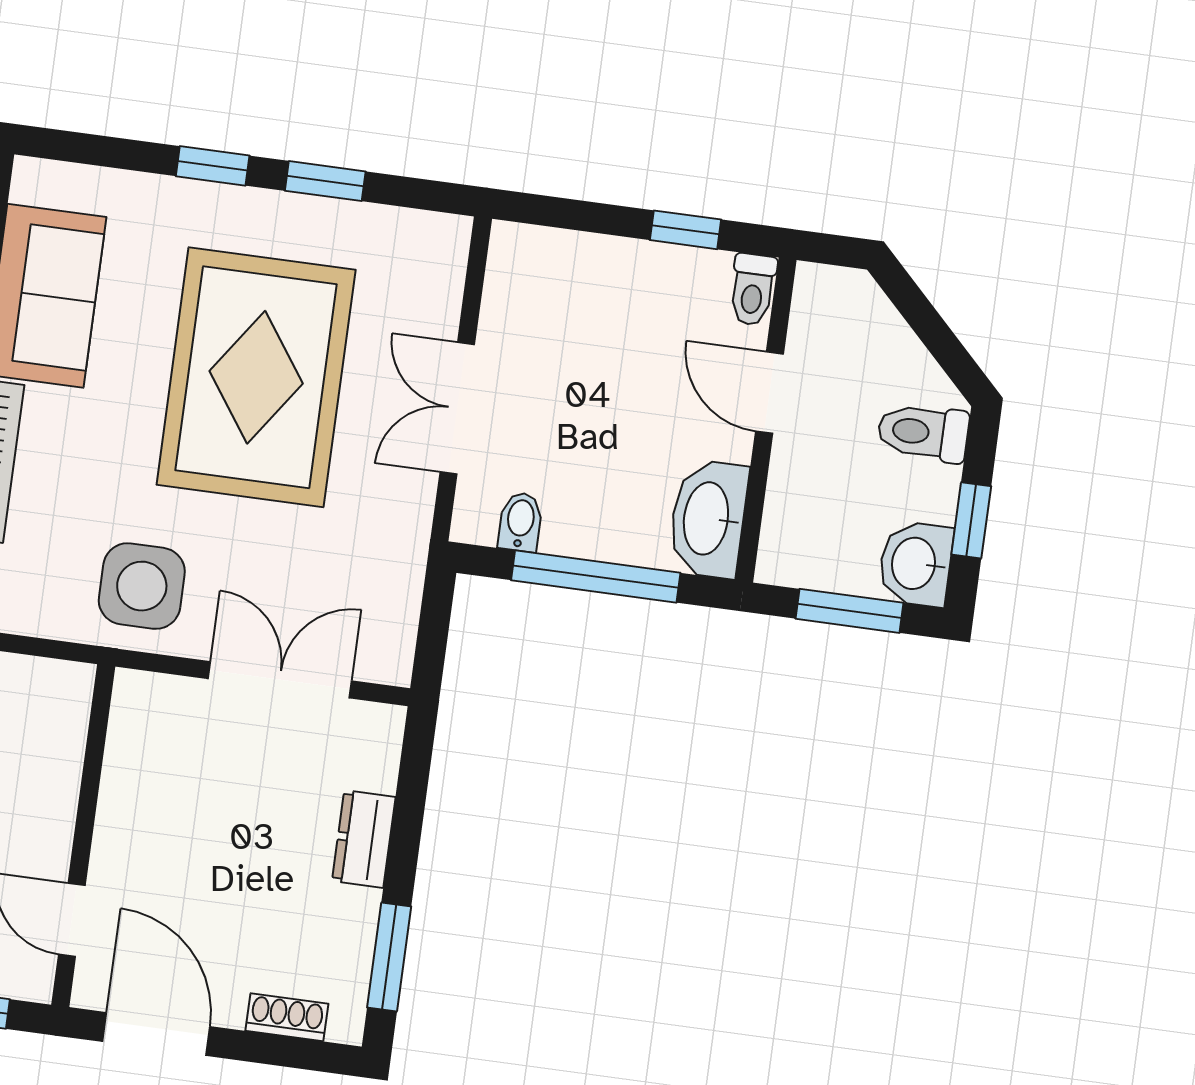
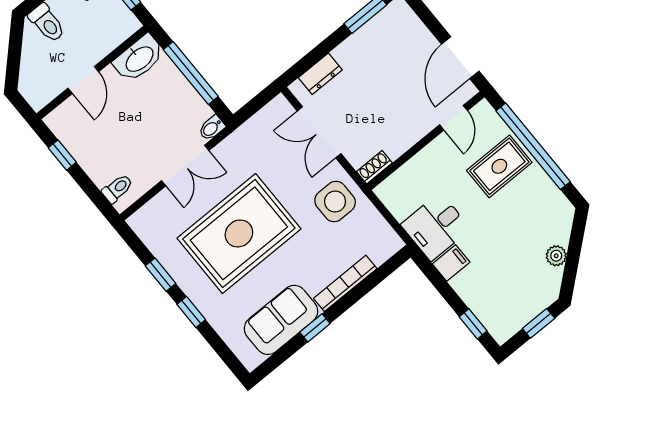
toilet: (753, 289) -> (117, 189), moved
bidet: (520, 522) -> (212, 128), moved
dresser: (364, 839) -> (320, 74), moved
shoe rack: (287, 1017) -> (374, 167), moved, turned 90

